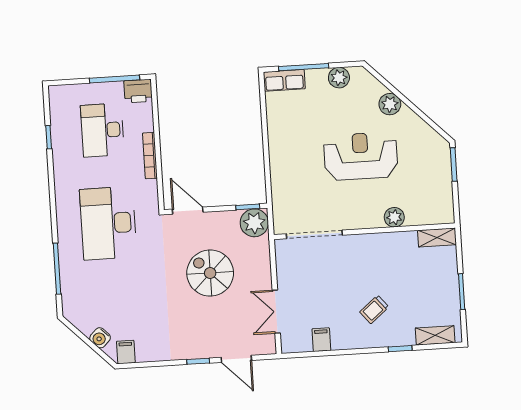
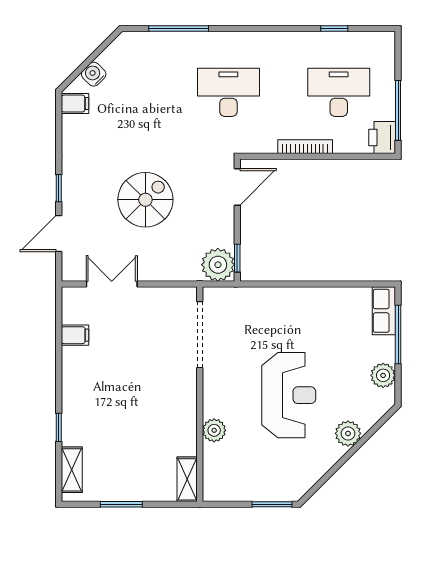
desk: (108, 223) -> (228, 92), width x0.73, depth x0.77
spiral stairs: (210, 273) -> (145, 200), moved
trolley: (374, 309) -> (107, 400), removed

